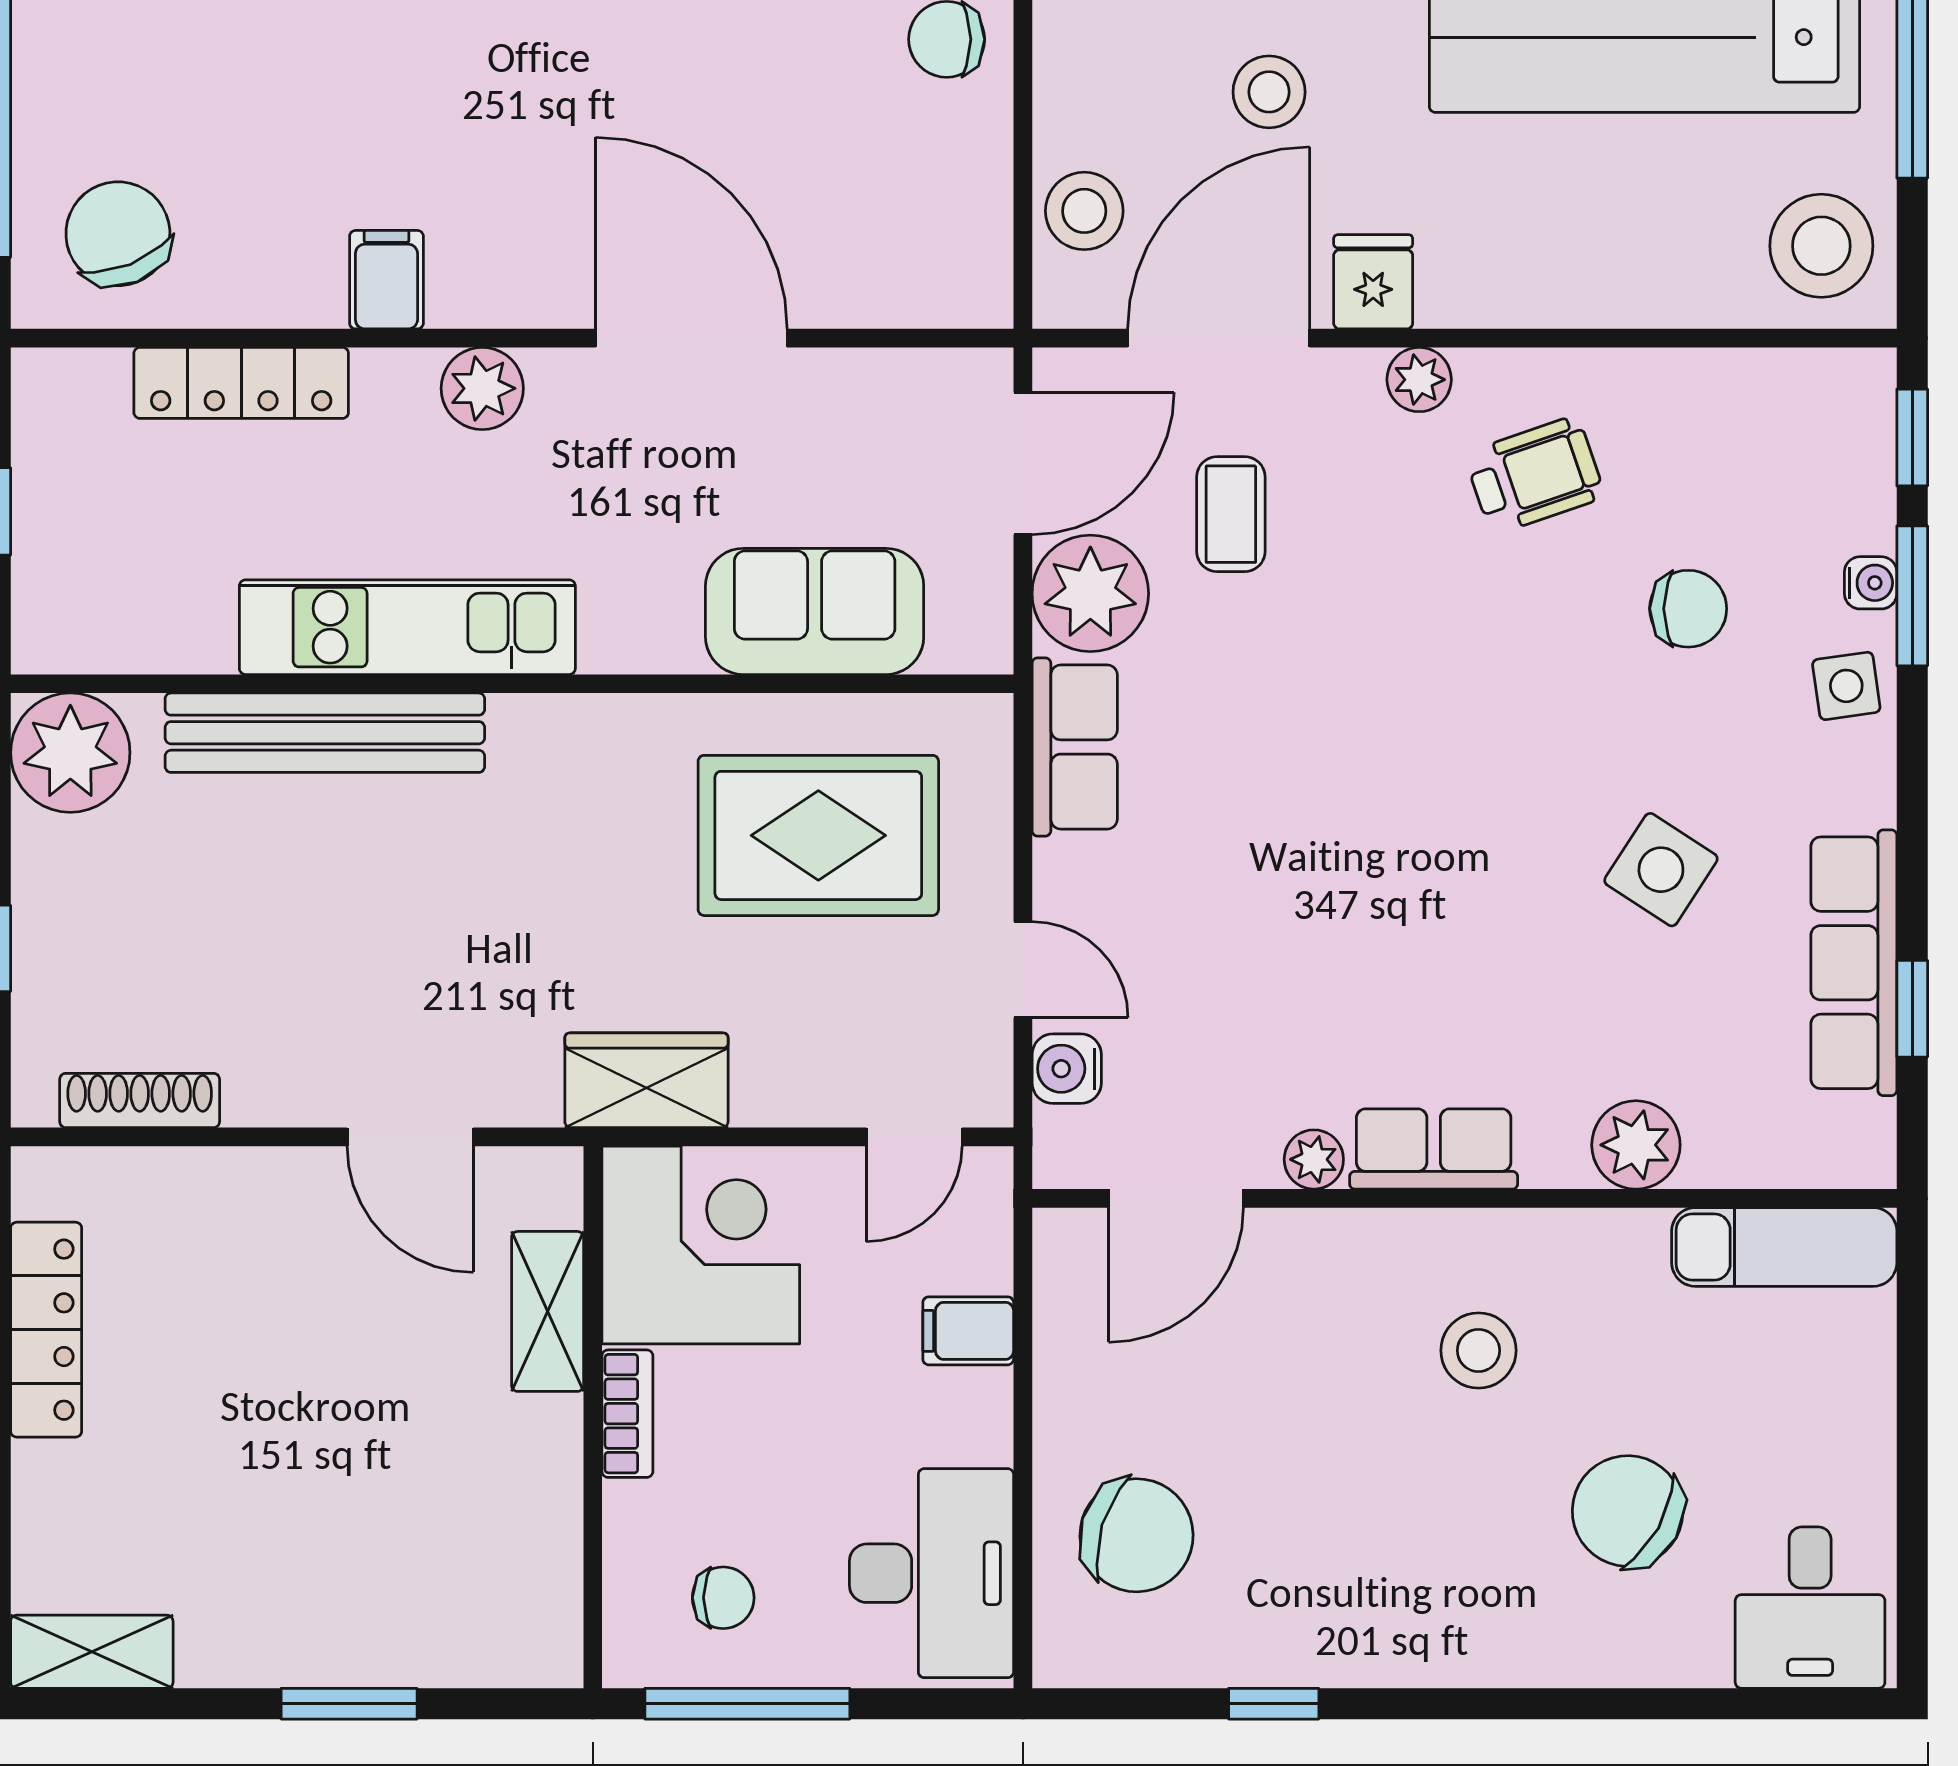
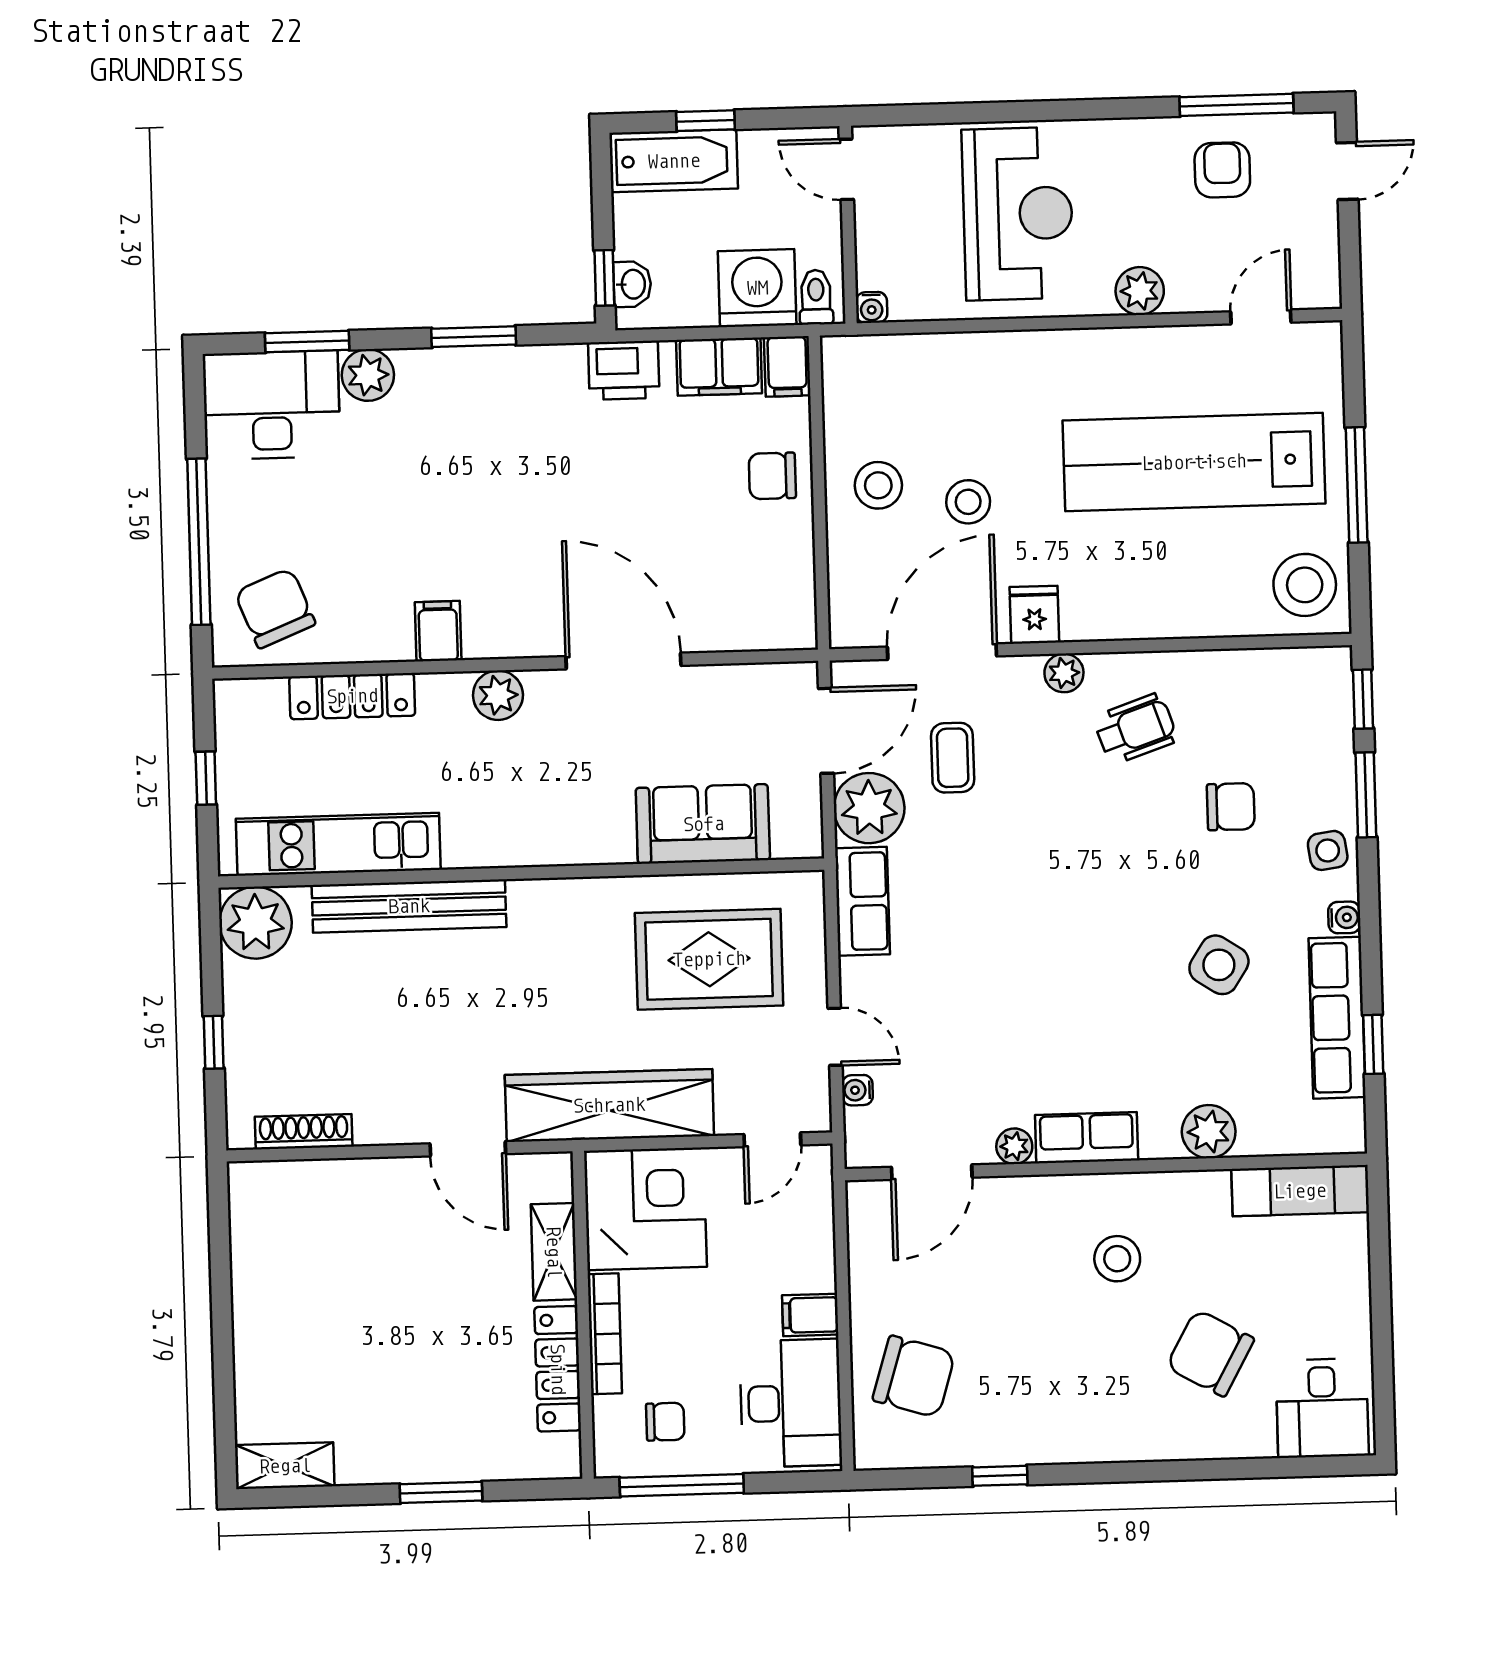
stool: (1084, 211) -> (878, 485), moved
water cooler: (1871, 583) -> (1344, 917), moved
kitchen unit: (407, 627) -> (338, 844), moved
water cooler: (1067, 1069) -> (857, 1090), width x0.72, depth x0.72
wardrobe: (646, 1080) -> (609, 1105), width x2.10, depth x1.17
locker: (46, 1330) -> (558, 1369), moved, turned 180
filing cabinet: (968, 1331) -> (810, 1315), moved
bookcase: (627, 1414) -> (605, 1334), width x1.56

